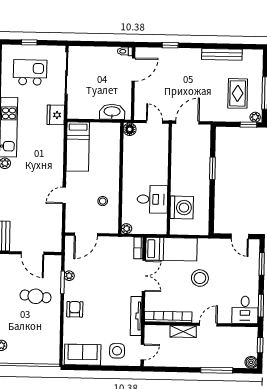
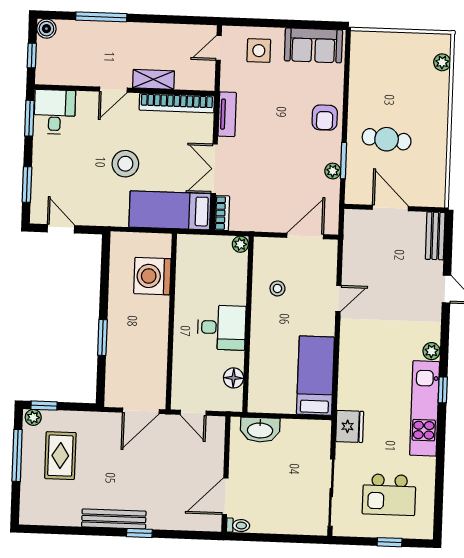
window: (170, 45) -> (139, 533), moved
bench: (222, 54) -> (114, 519), moved
floor lamp: (130, 129) -> (234, 378), moved
desk: (152, 199) -> (222, 327), moved, turned 180
tv unit: (136, 316) -> (227, 114), width x0.71

